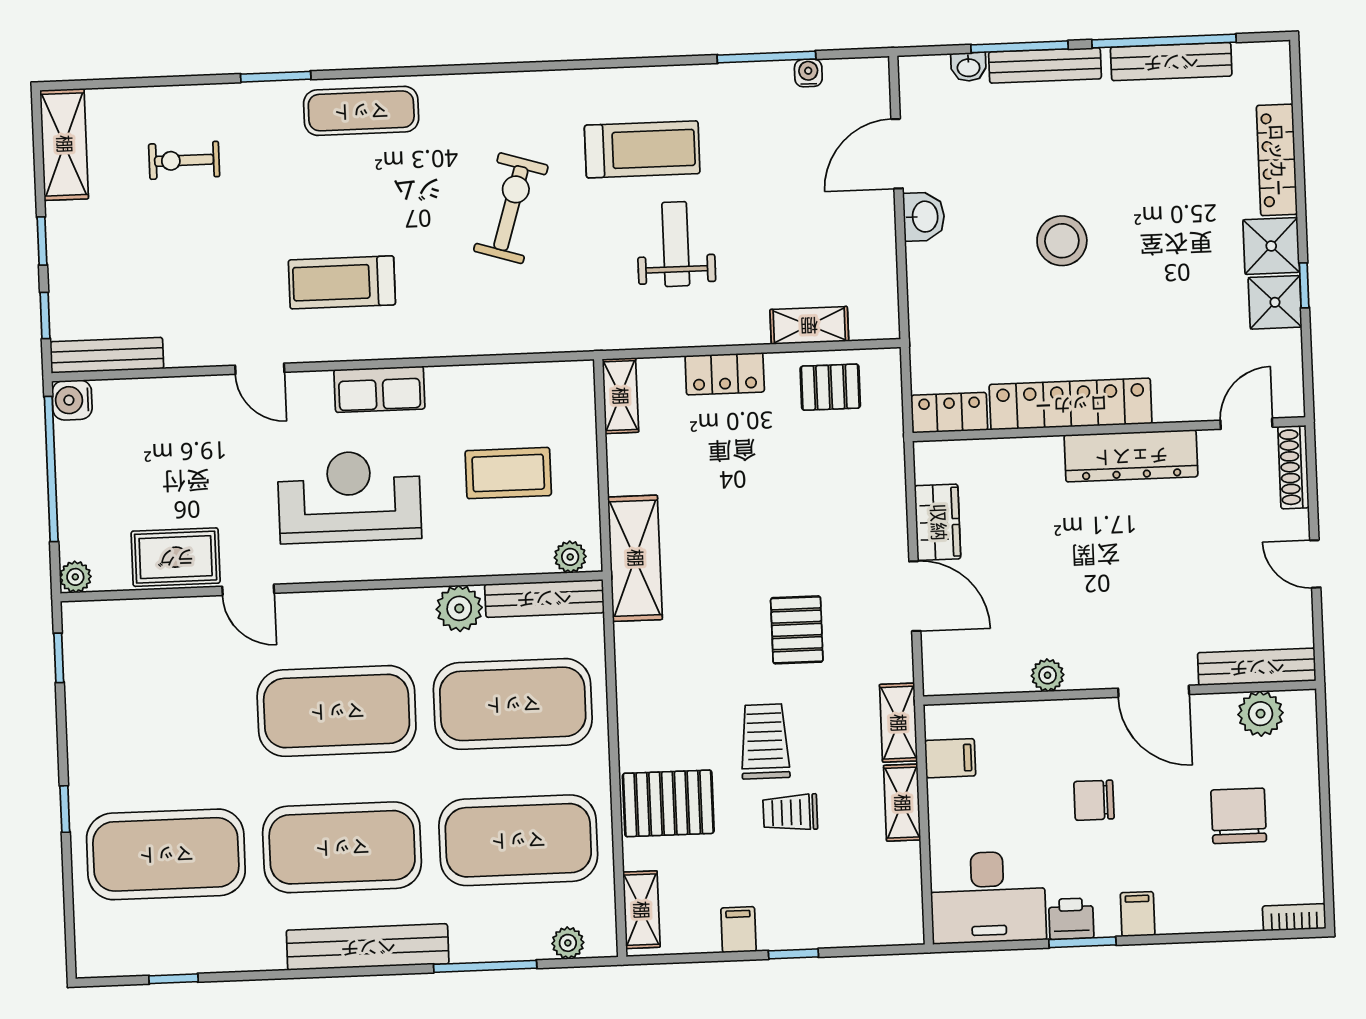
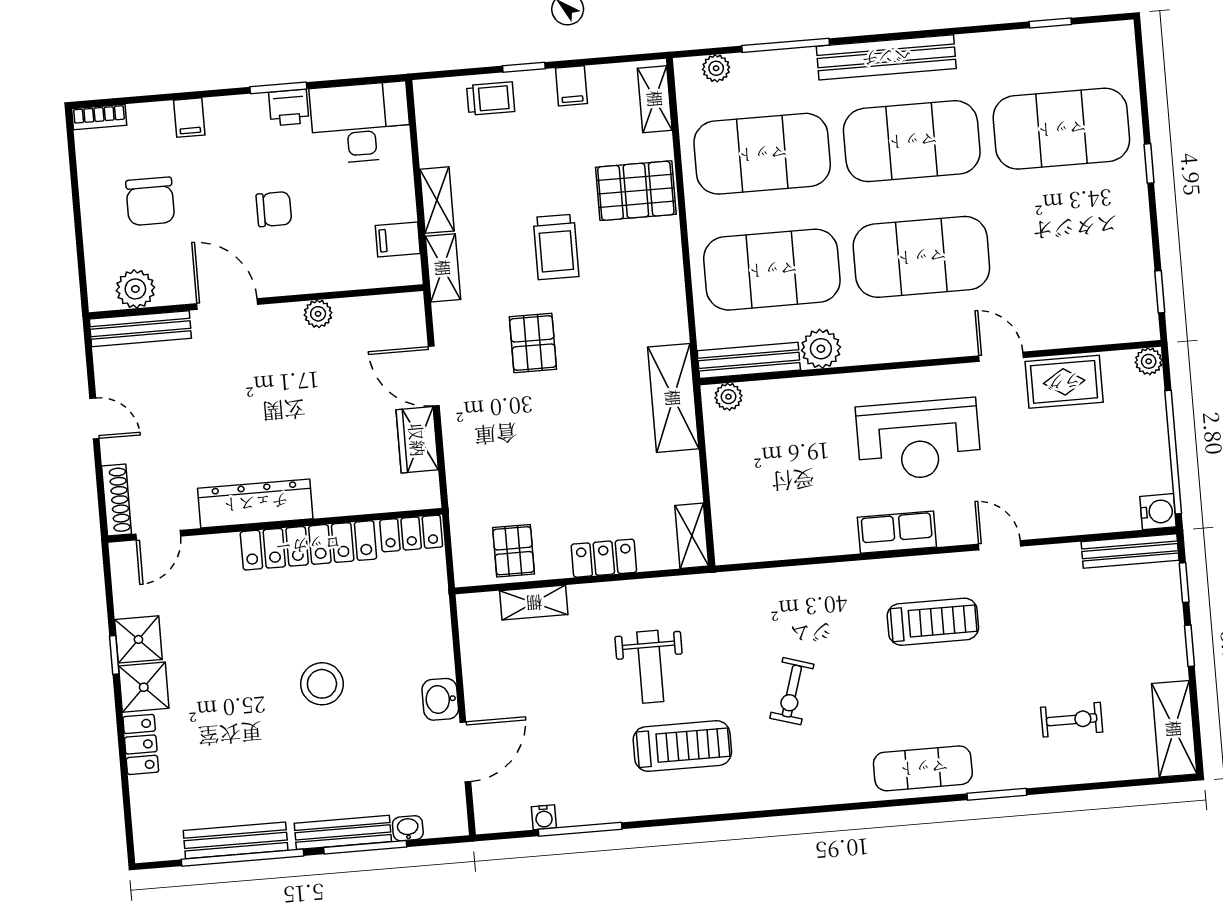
treadmill: (642, 149) -> (682, 746), turned 180
locker: (1277, 160) -> (141, 744), width x0.66
exercise bike: (511, 208) -> (792, 691), width x0.73, depth x0.72
pallet: (830, 387) -> (514, 551), turned 90
coffee table: (508, 473) -> (784, 466), removed
trolley: (790, 812) -> (491, 99), moved
filing cabinet: (1138, 914) -> (189, 118), moved

